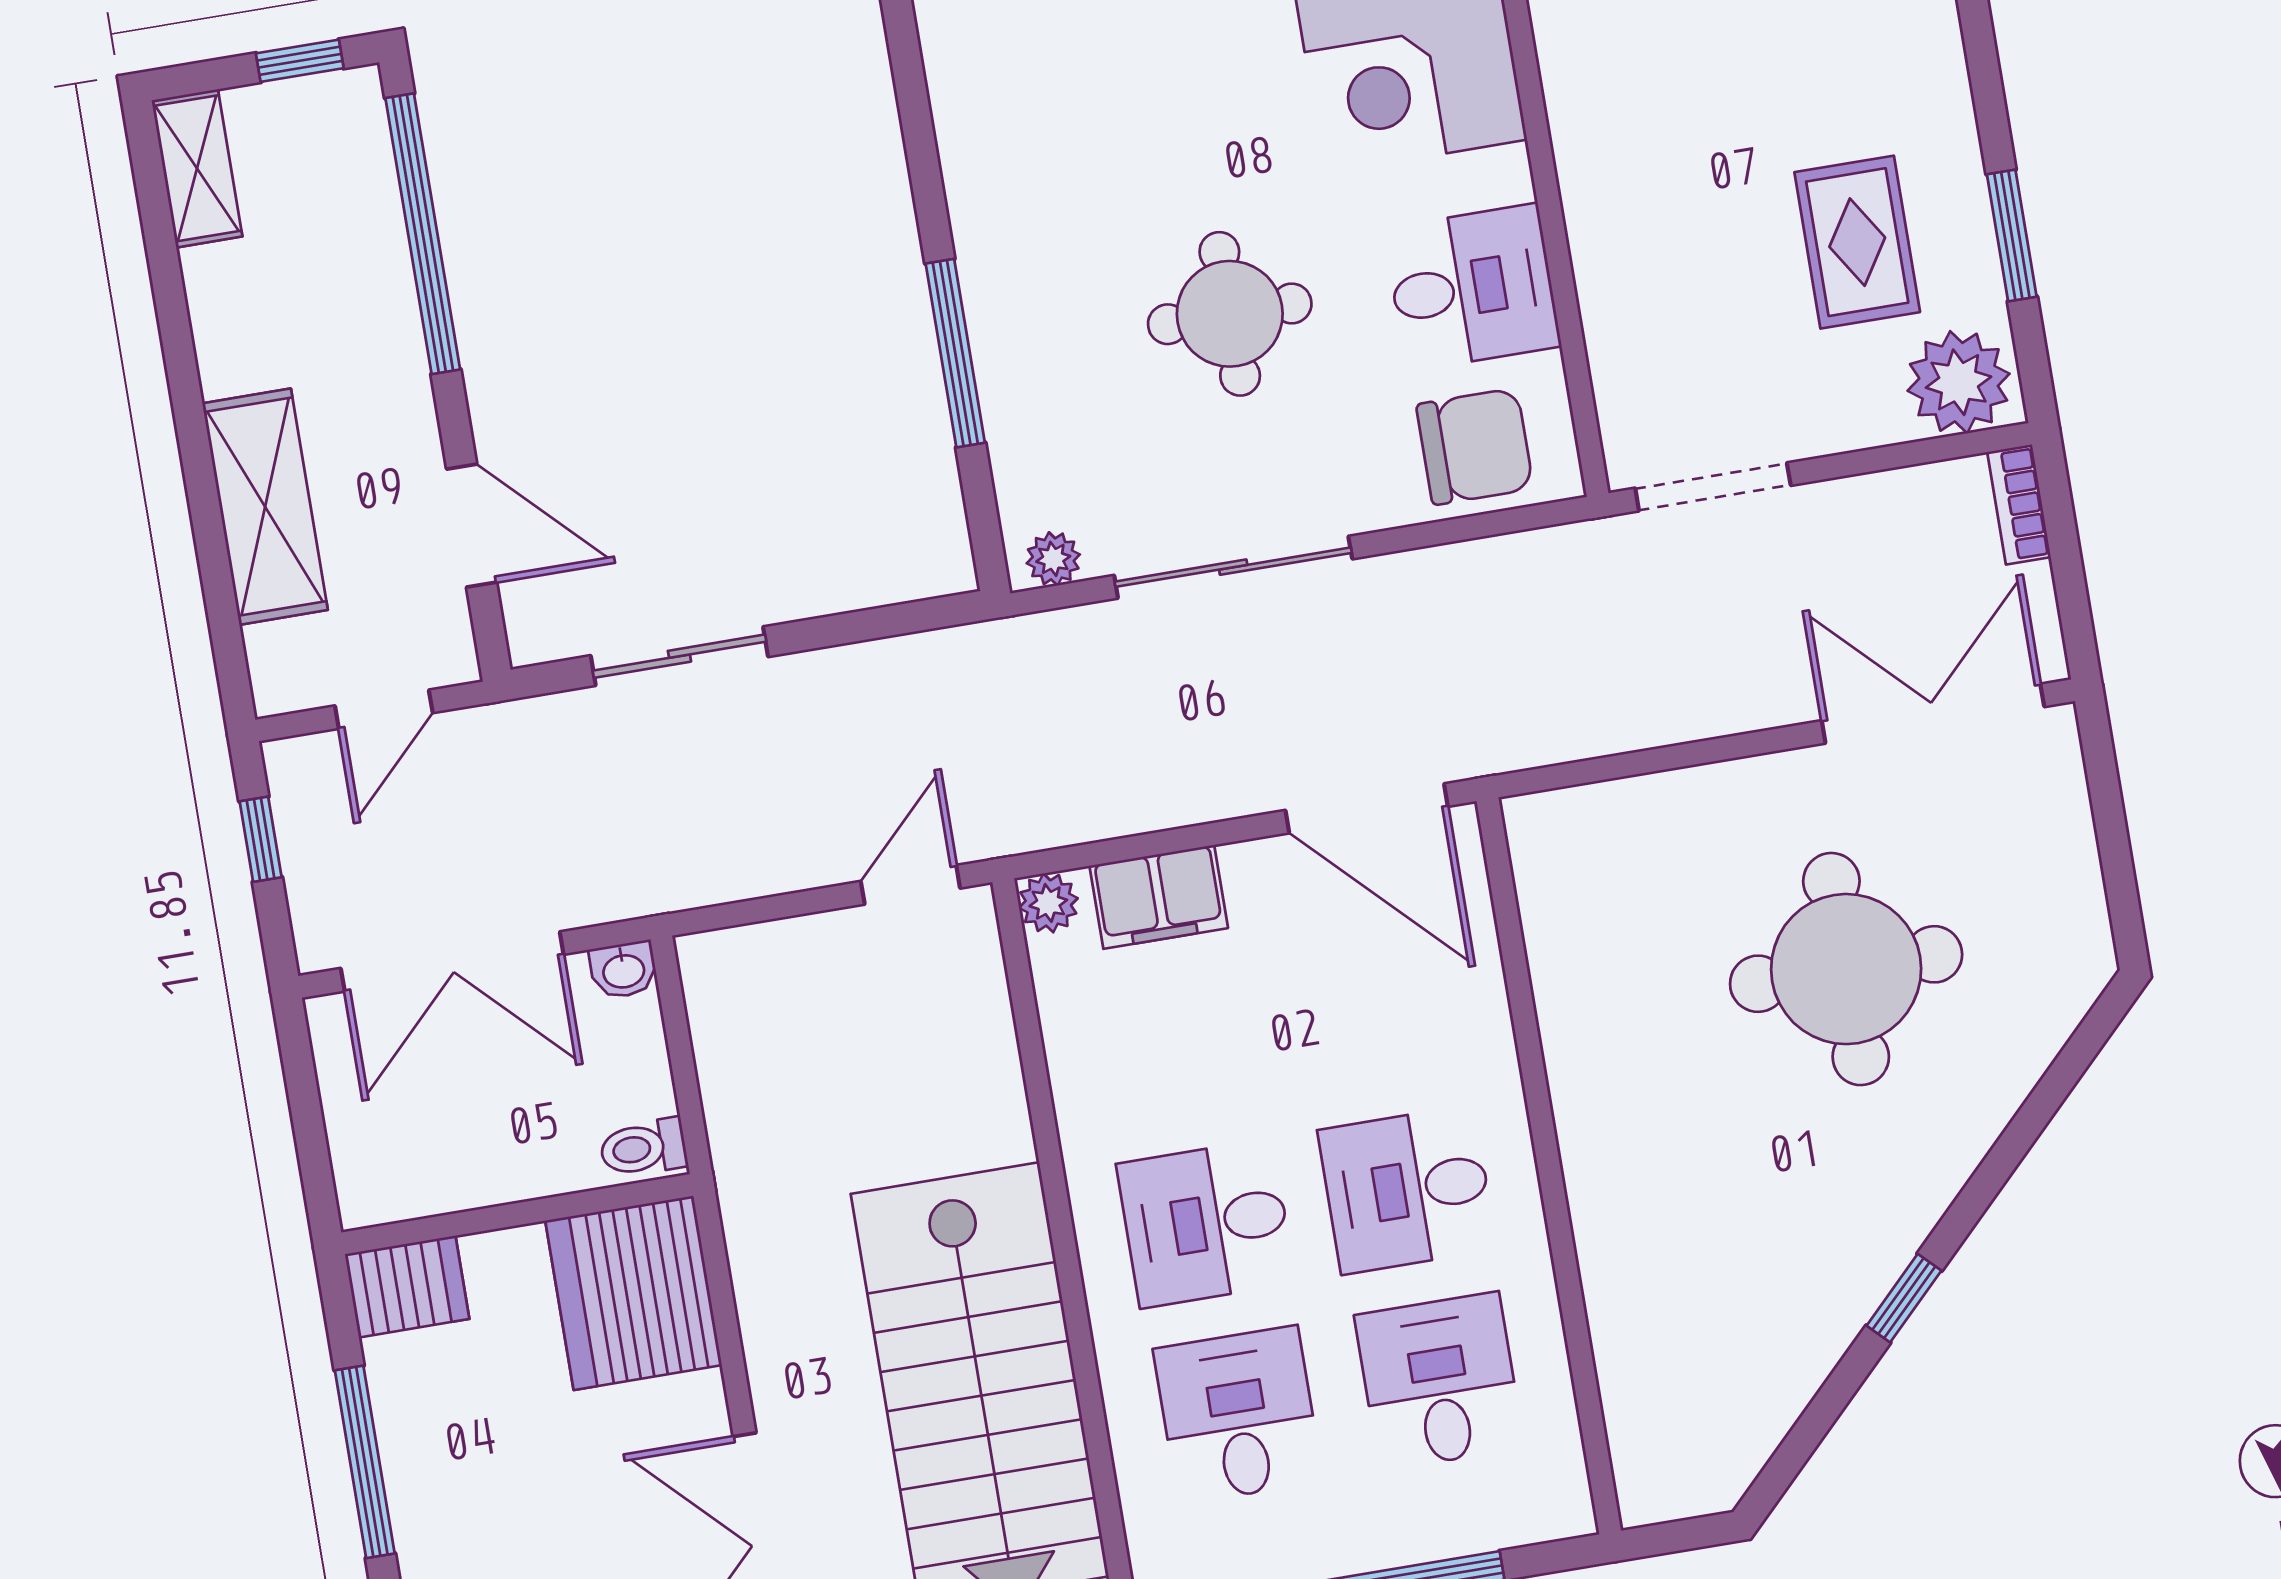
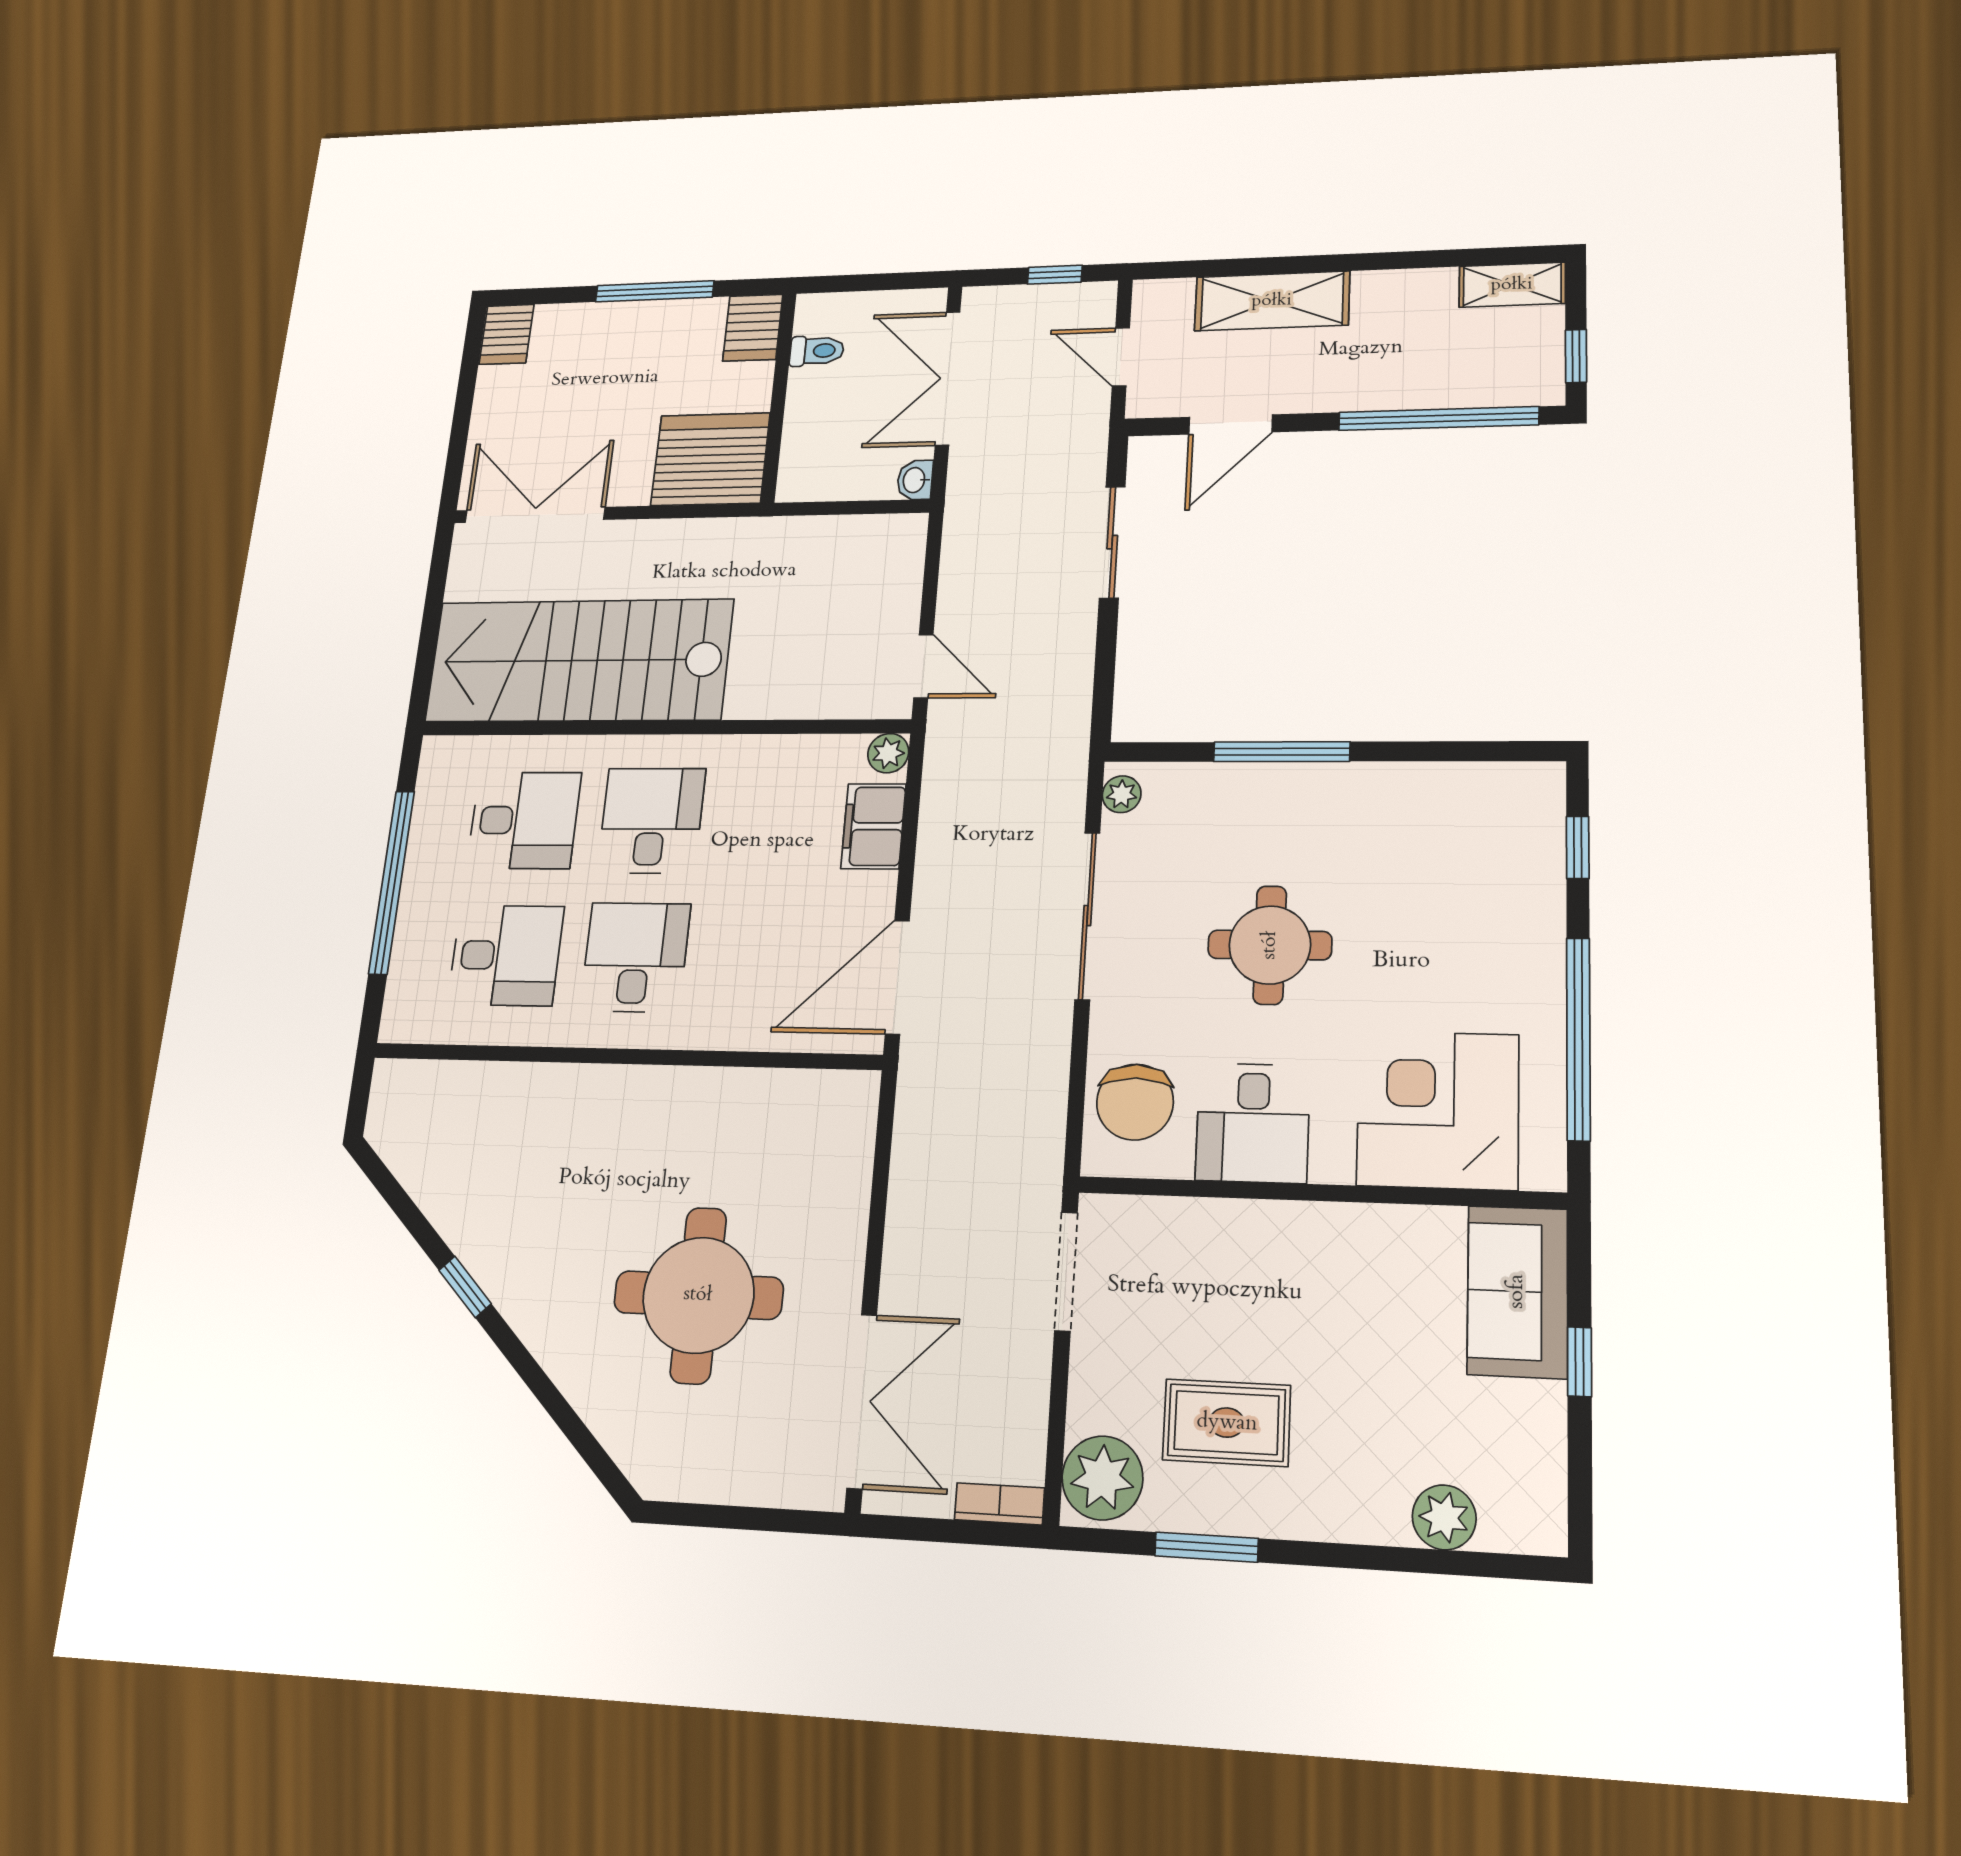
toilet: (643, 1148) -> (817, 351), moved, turned 90

